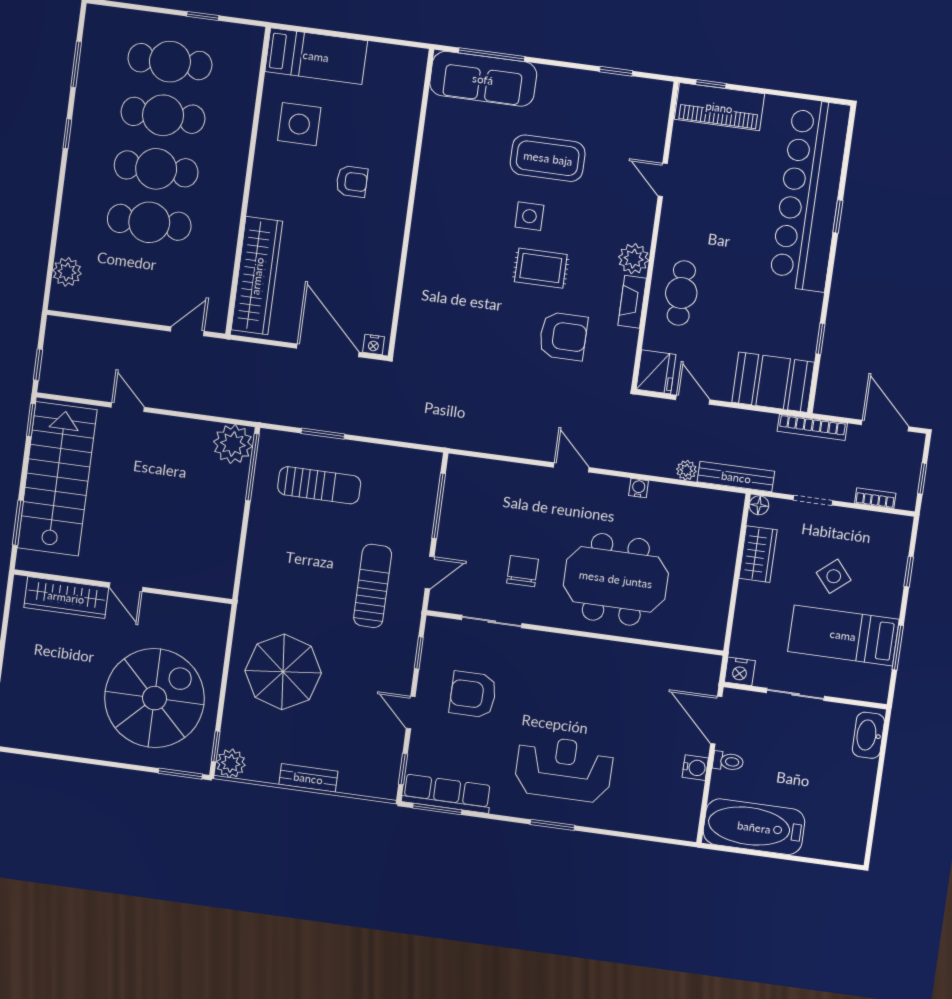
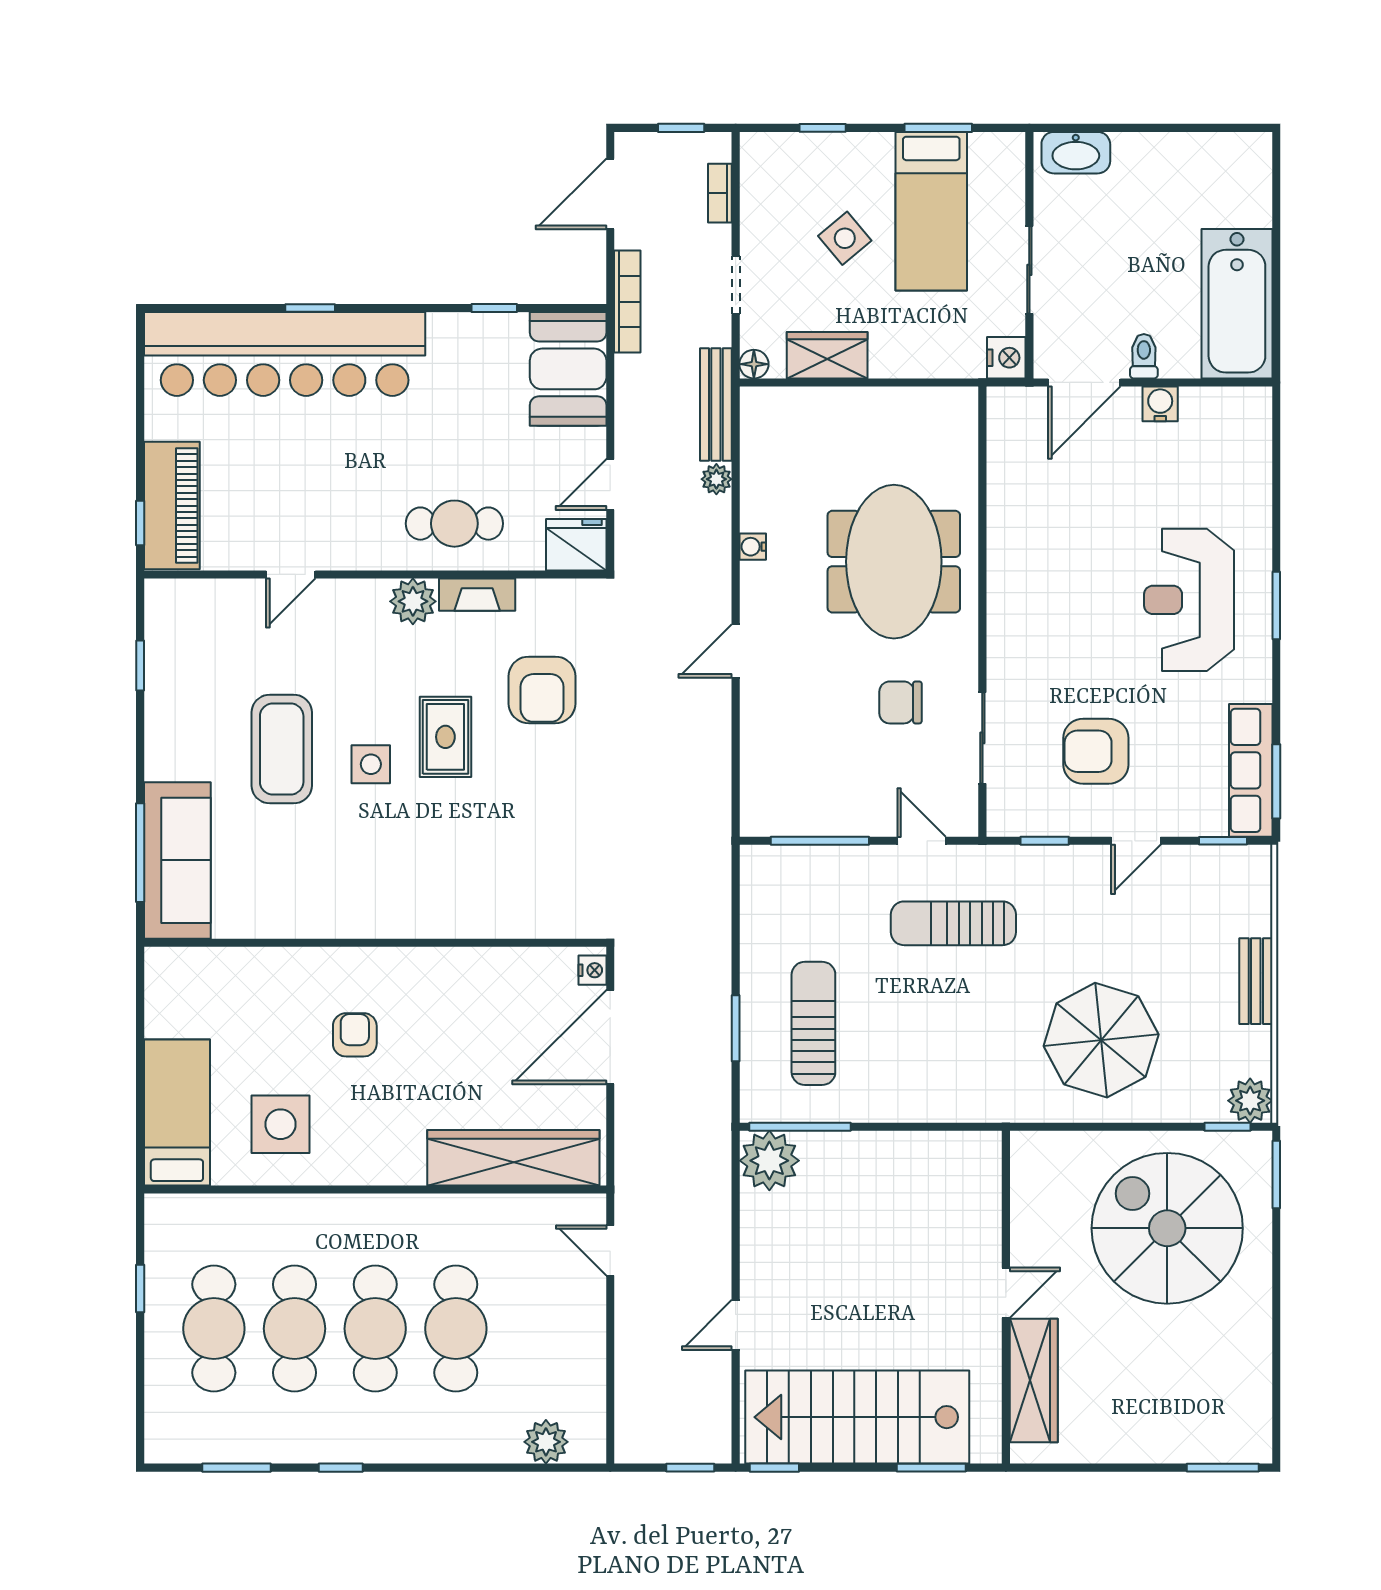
armchair: (563, 336) -> (542, 690), turned 180
armchair: (473, 694) -> (1096, 751), turned 90

